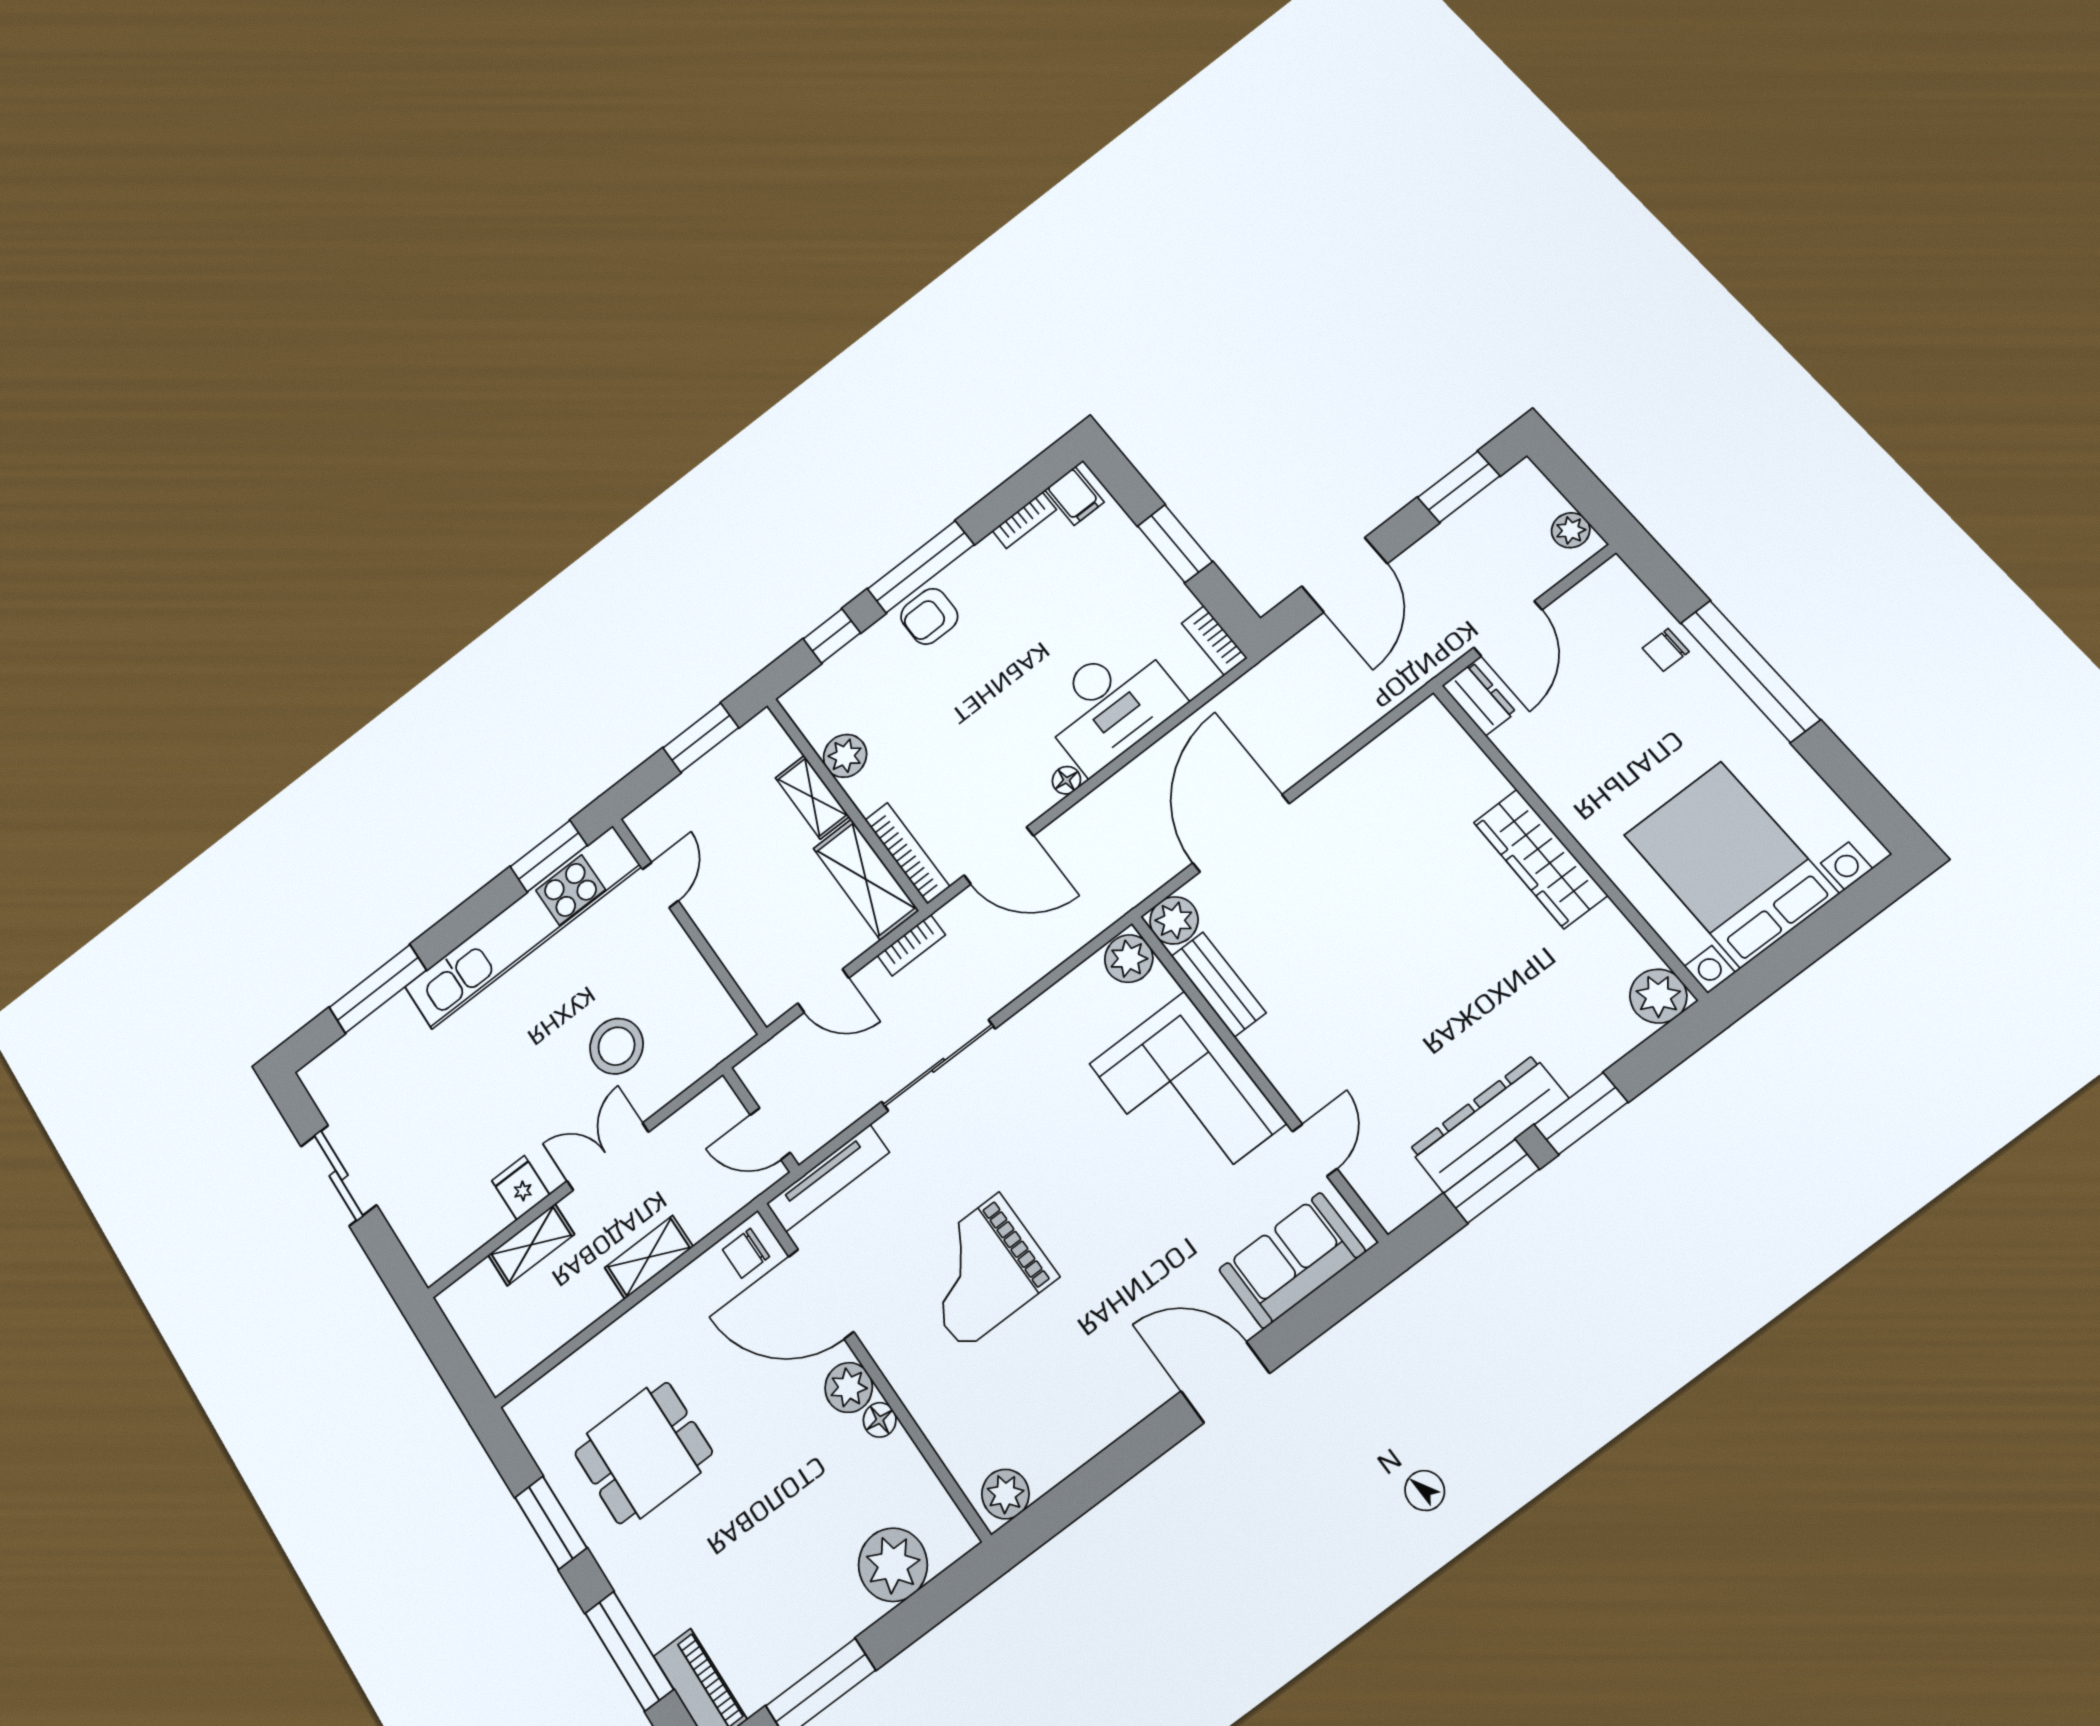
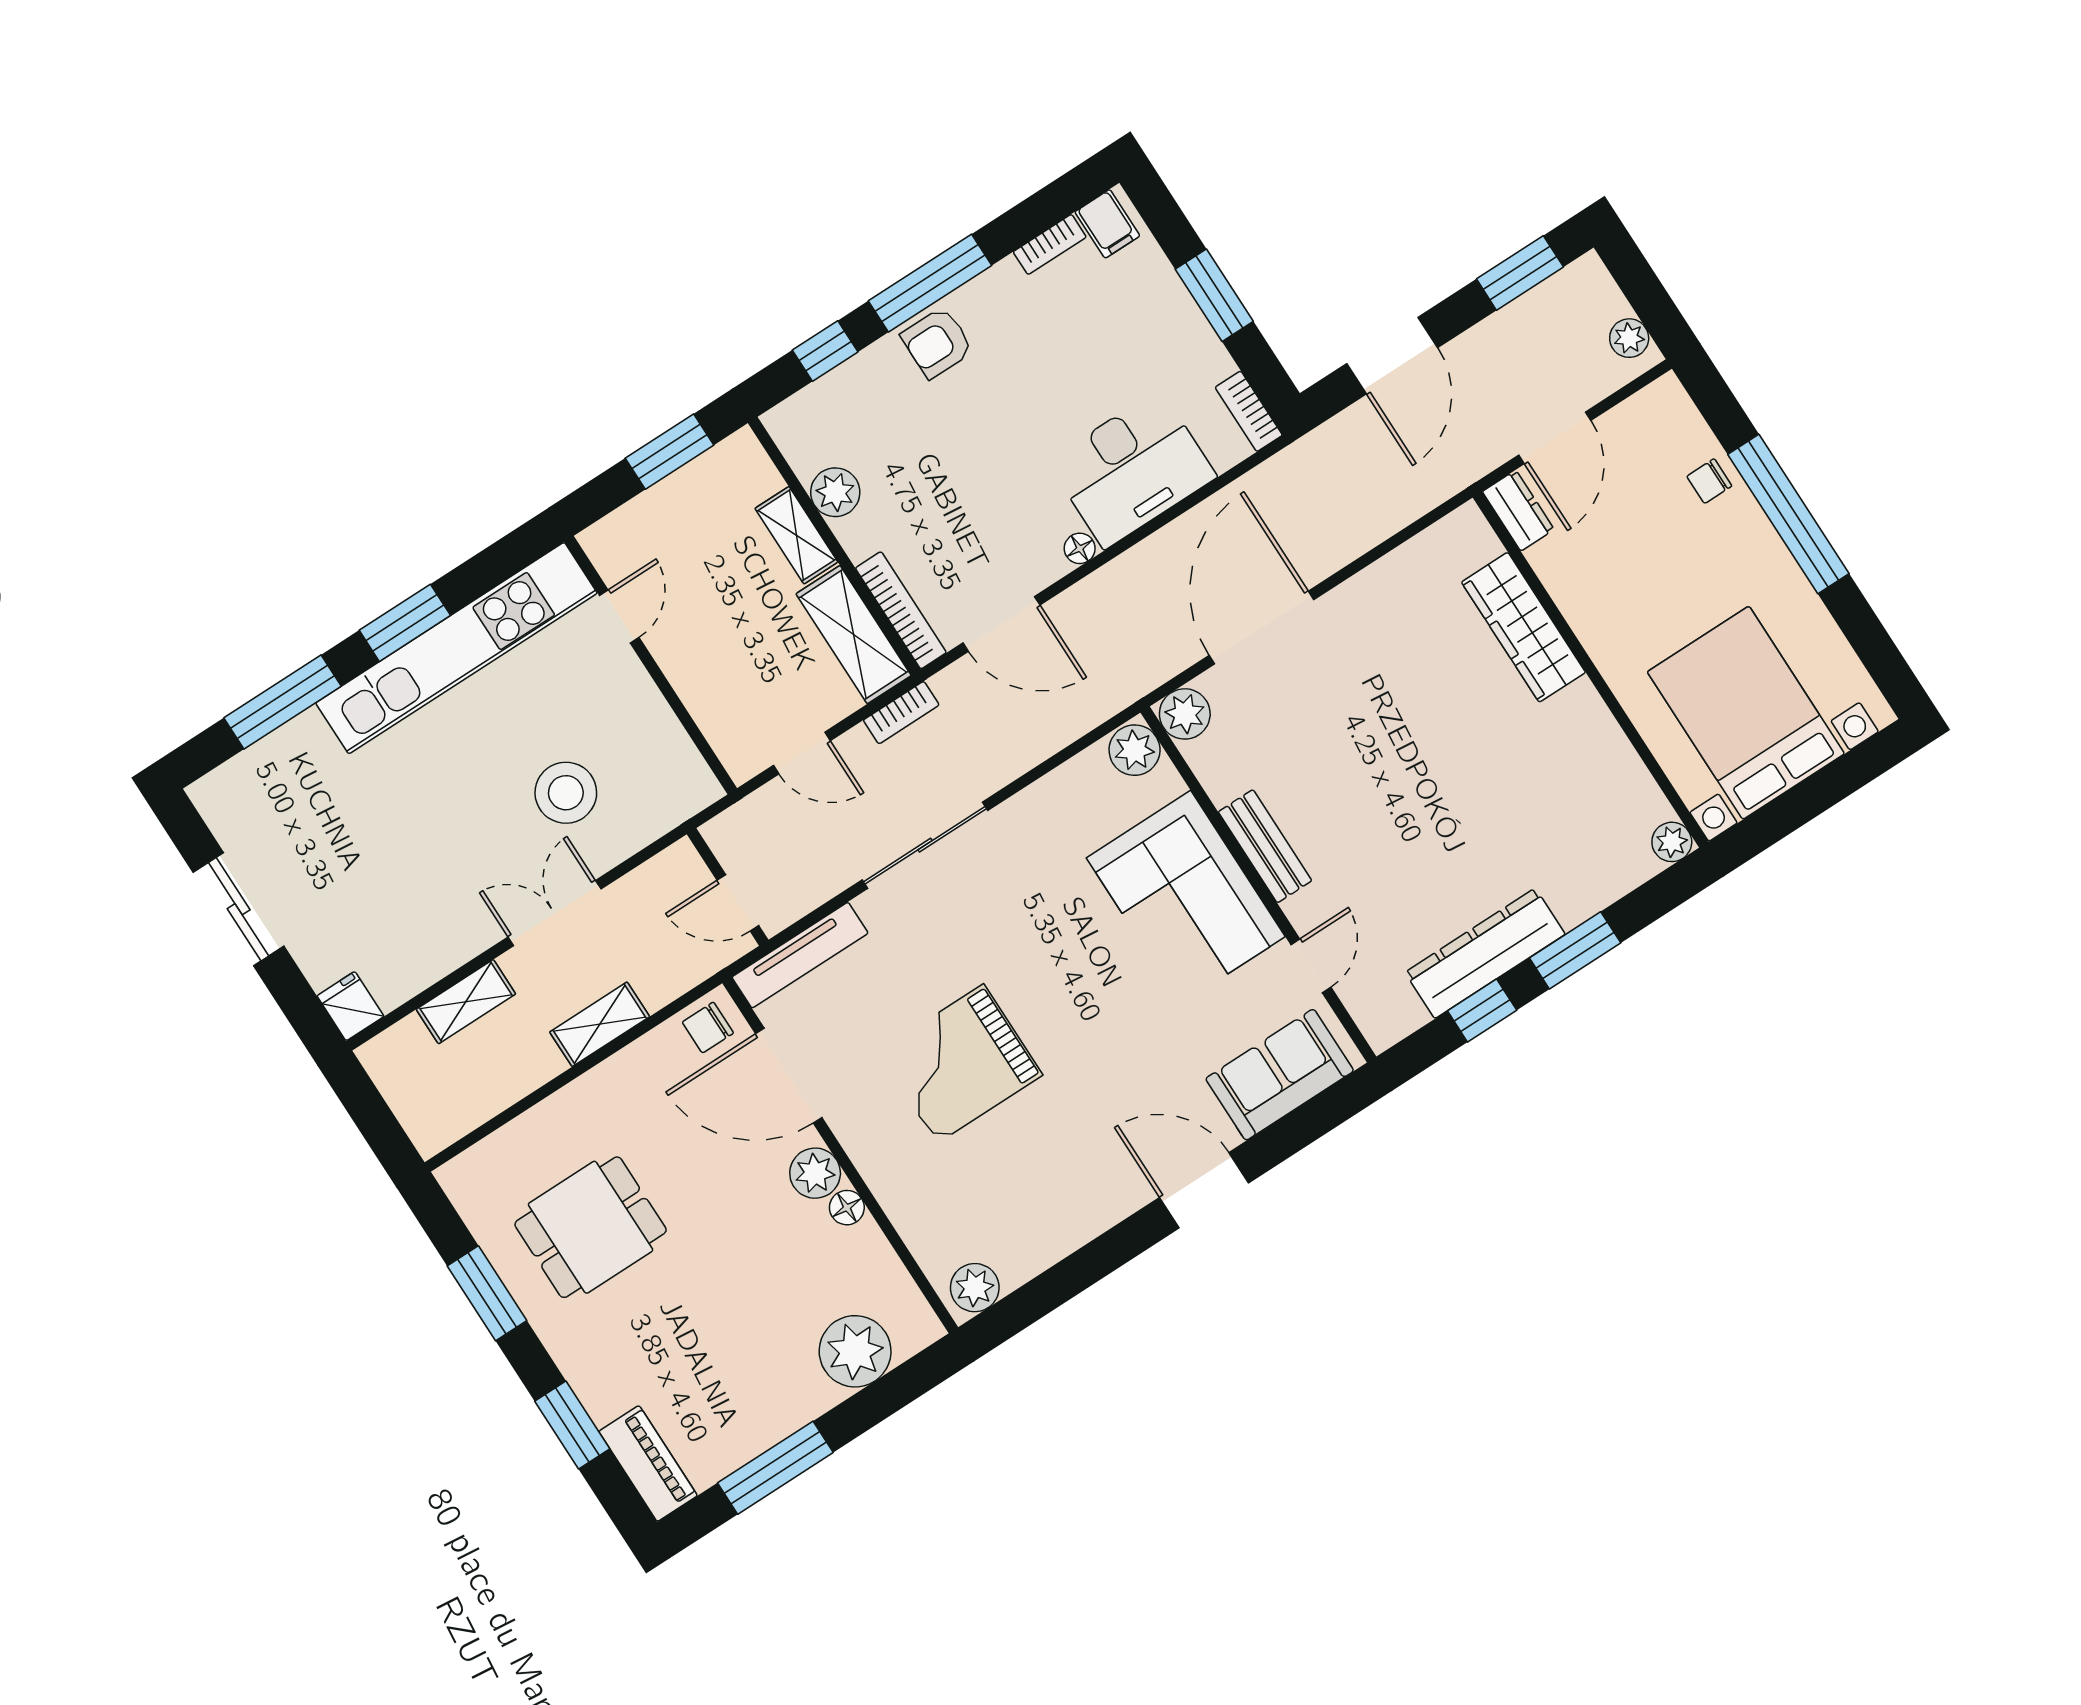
window: (549, 856) -> (405, 623), moved
wardrobe: (1540, 859) -> (1523, 627), moved
bench: (1218, 984) -> (1265, 846), moved
plant: (1658, 996) -> (1672, 842), width x0.73, depth x0.73
window: (1491, 1181) -> (1482, 1010), width x0.67
fridge: (521, 1188) -> (350, 1006), moved
window: (629, 1651) -> (572, 1425), width x0.69

